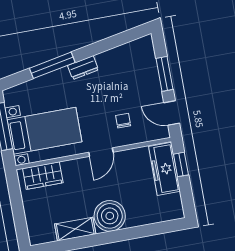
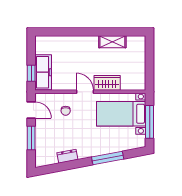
dresser: (83, 68) -> (67, 156), moved
door: (101, 152) -> (85, 92), hinge flipped
wardrobe: (43, 176) -> (107, 83), moved
boiler: (110, 216) -> (87, 47), removed

